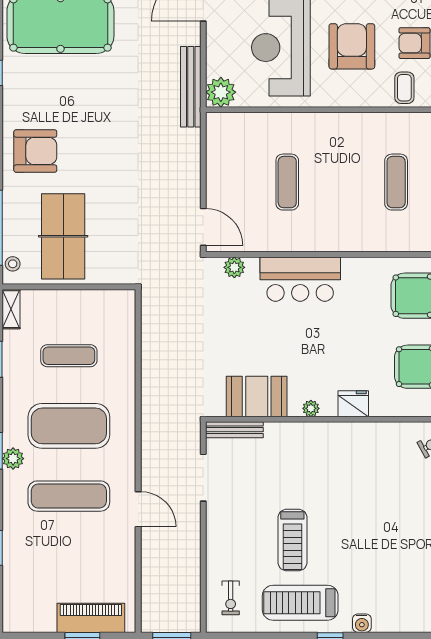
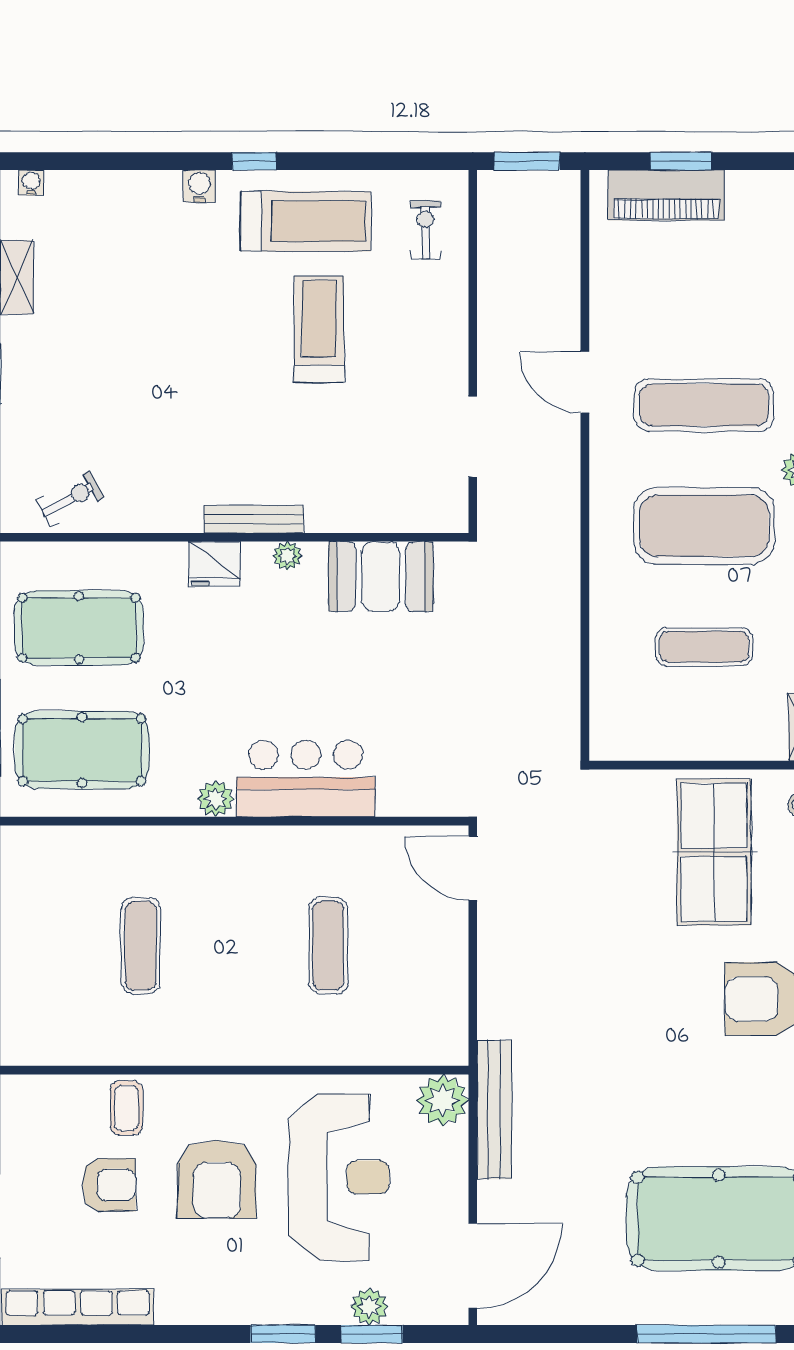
plant: (234, 267) -> (216, 799), moved
bench: (234, 430) -> (254, 519), moved

